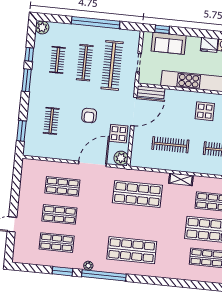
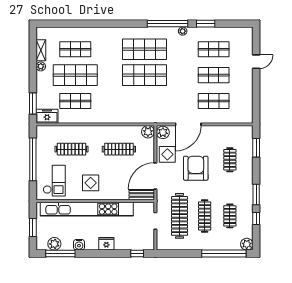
window: (96, 23) -> (224, 253), moved
sofa: (169, 43) -> (130, 241), removed
fridge: (209, 45) -> (106, 244), moved
armchair: (89, 115) -> (196, 168), width x1.88, depth x1.88
plant: (137, 160) -> (148, 132), added
shelving: (181, 179) -> (106, 118), removed
shop shelf: (137, 194) -> (144, 75), moved

